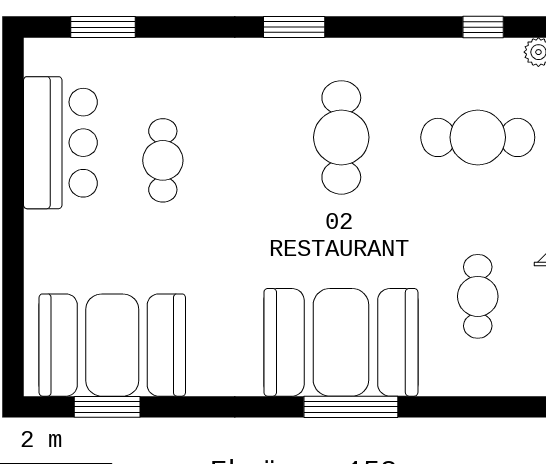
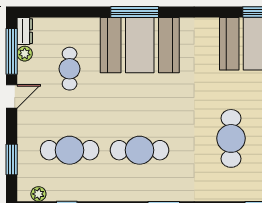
cafe table: (341, 137) -> (140, 150), turned 90
cafe table: (163, 160) -> (231, 138), width x1.37, depth x1.35

